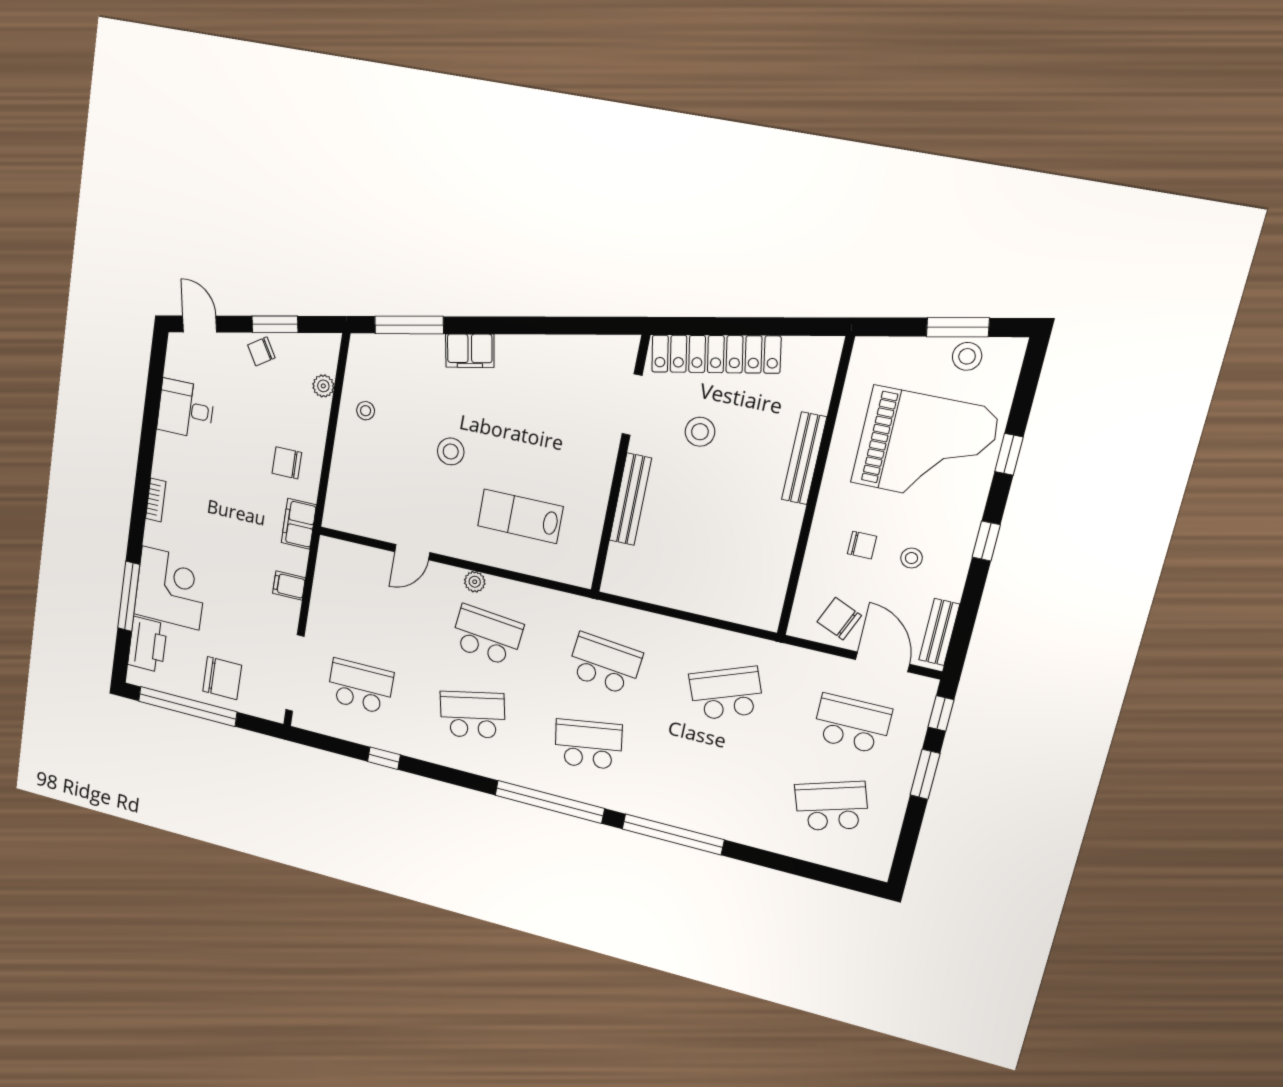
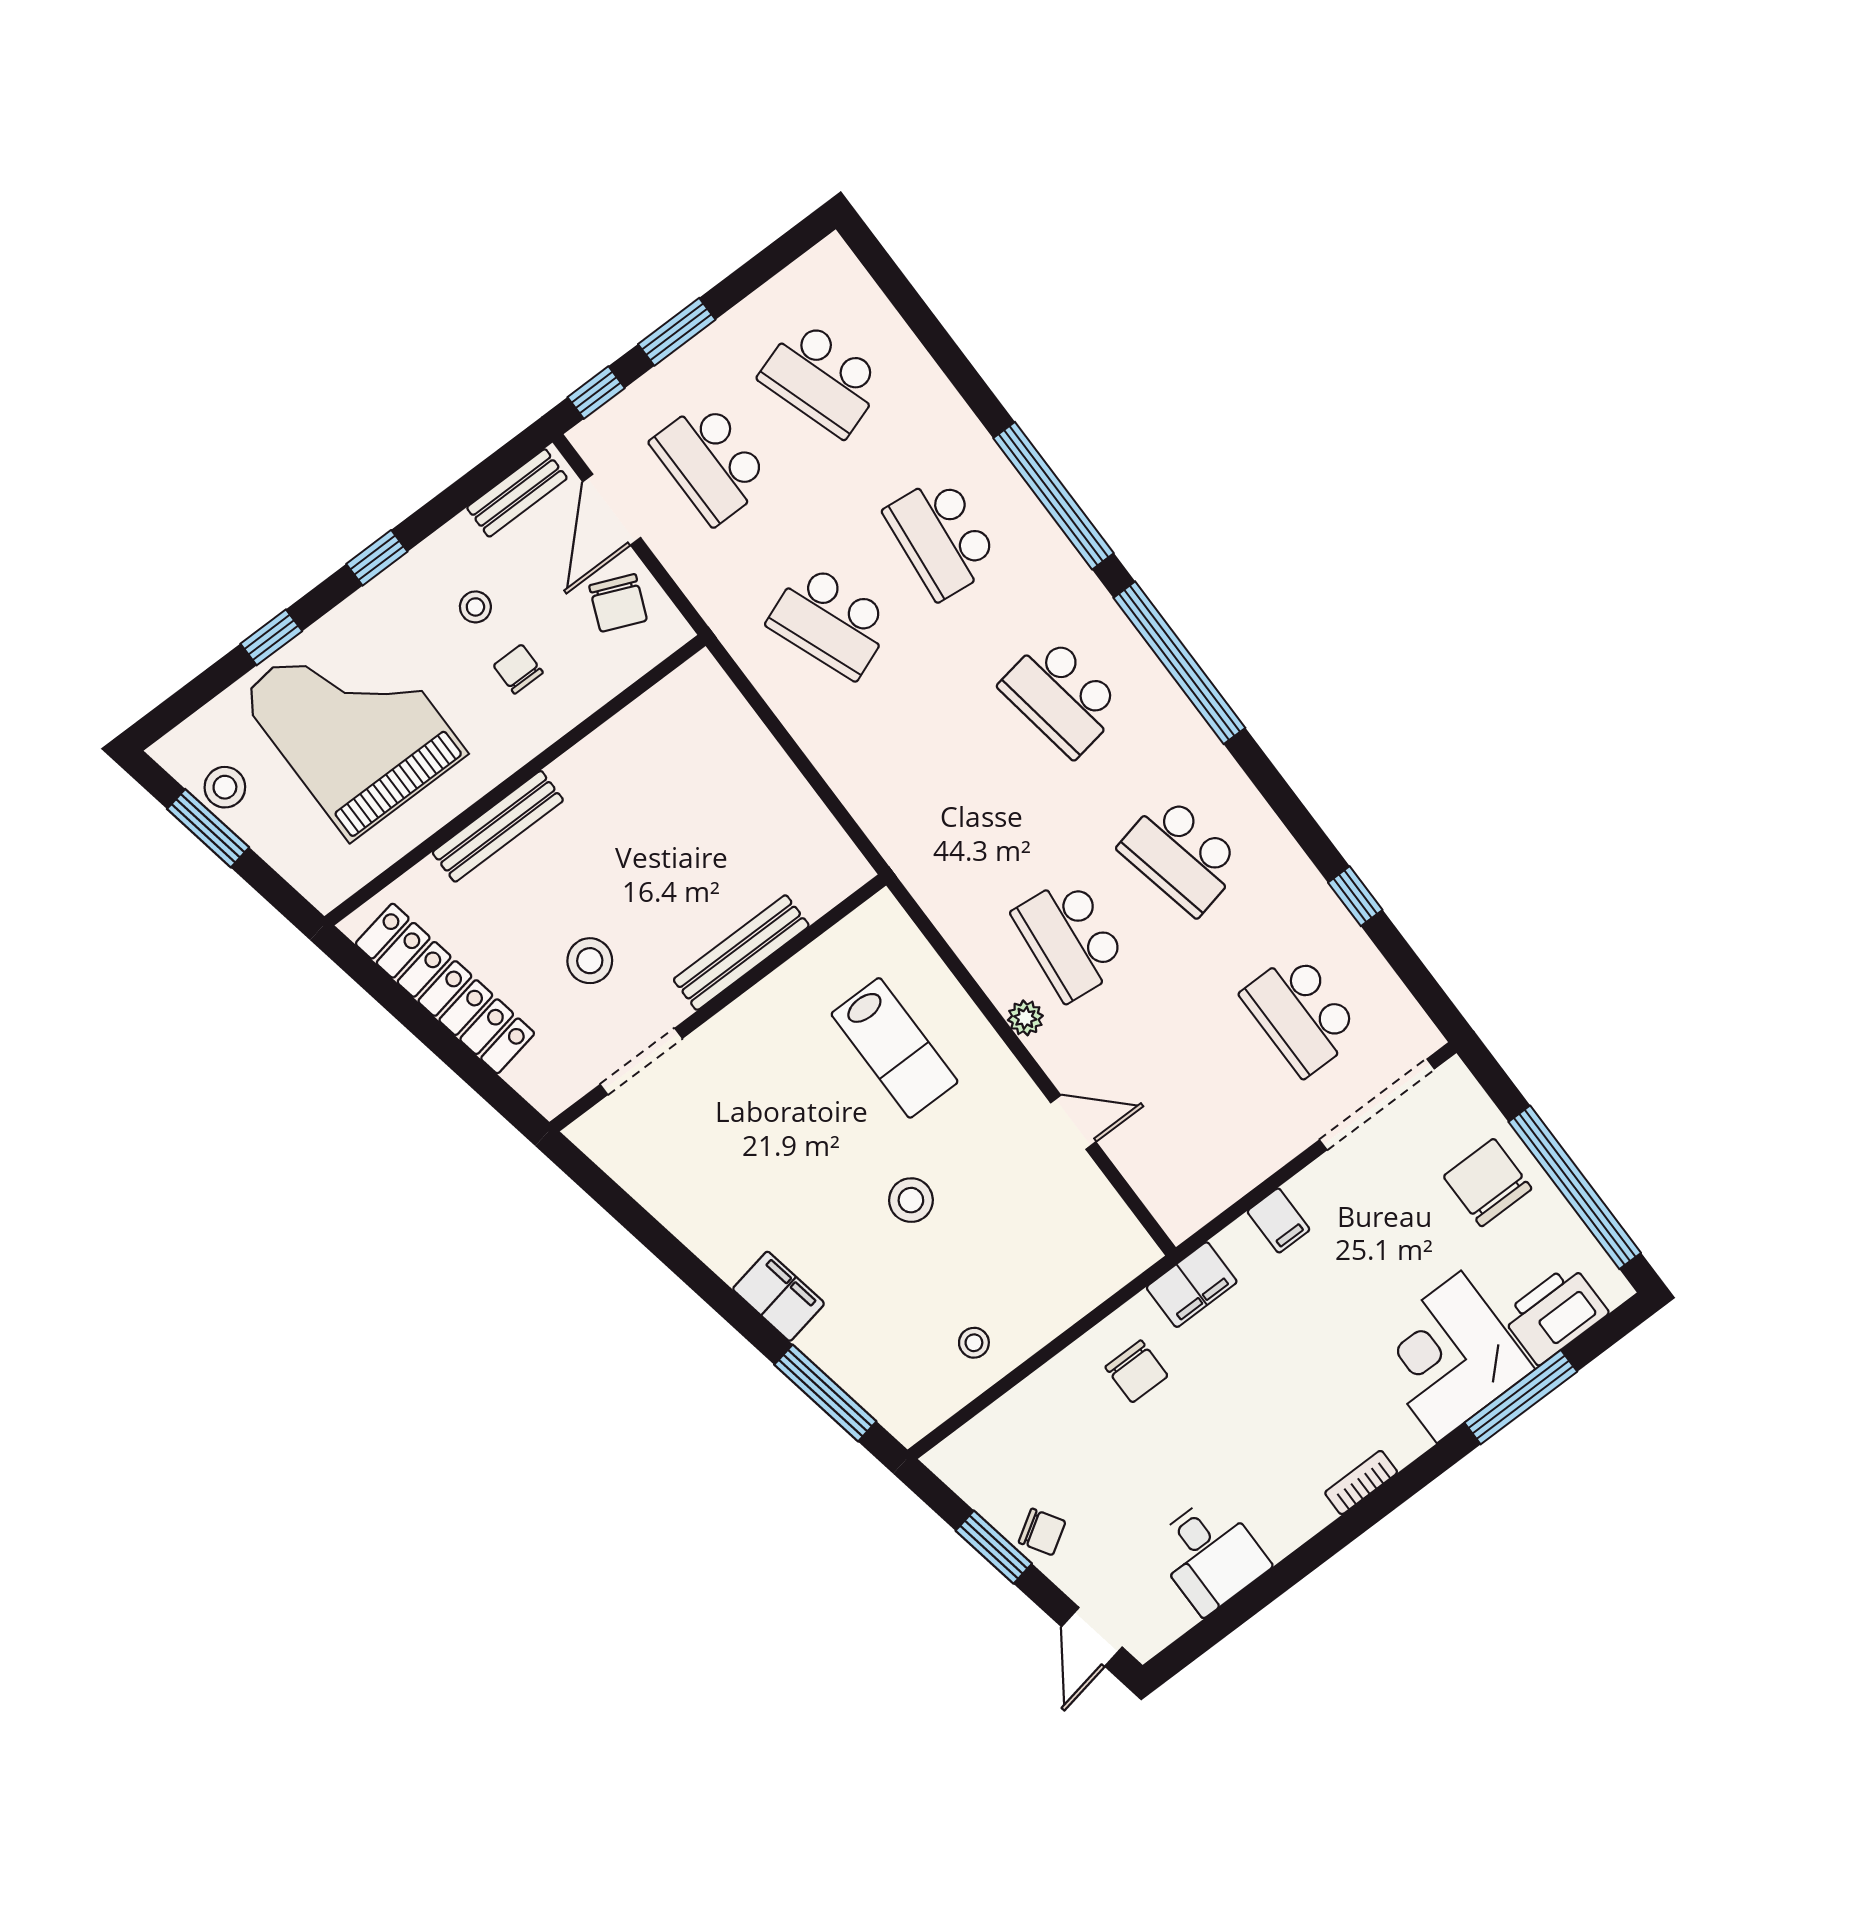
locker: (716, 354) -> (445, 988), moved
plant: (323, 386) -> (1001, 1420), removed
school desk: (605, 664) -> (942, 537), moved

